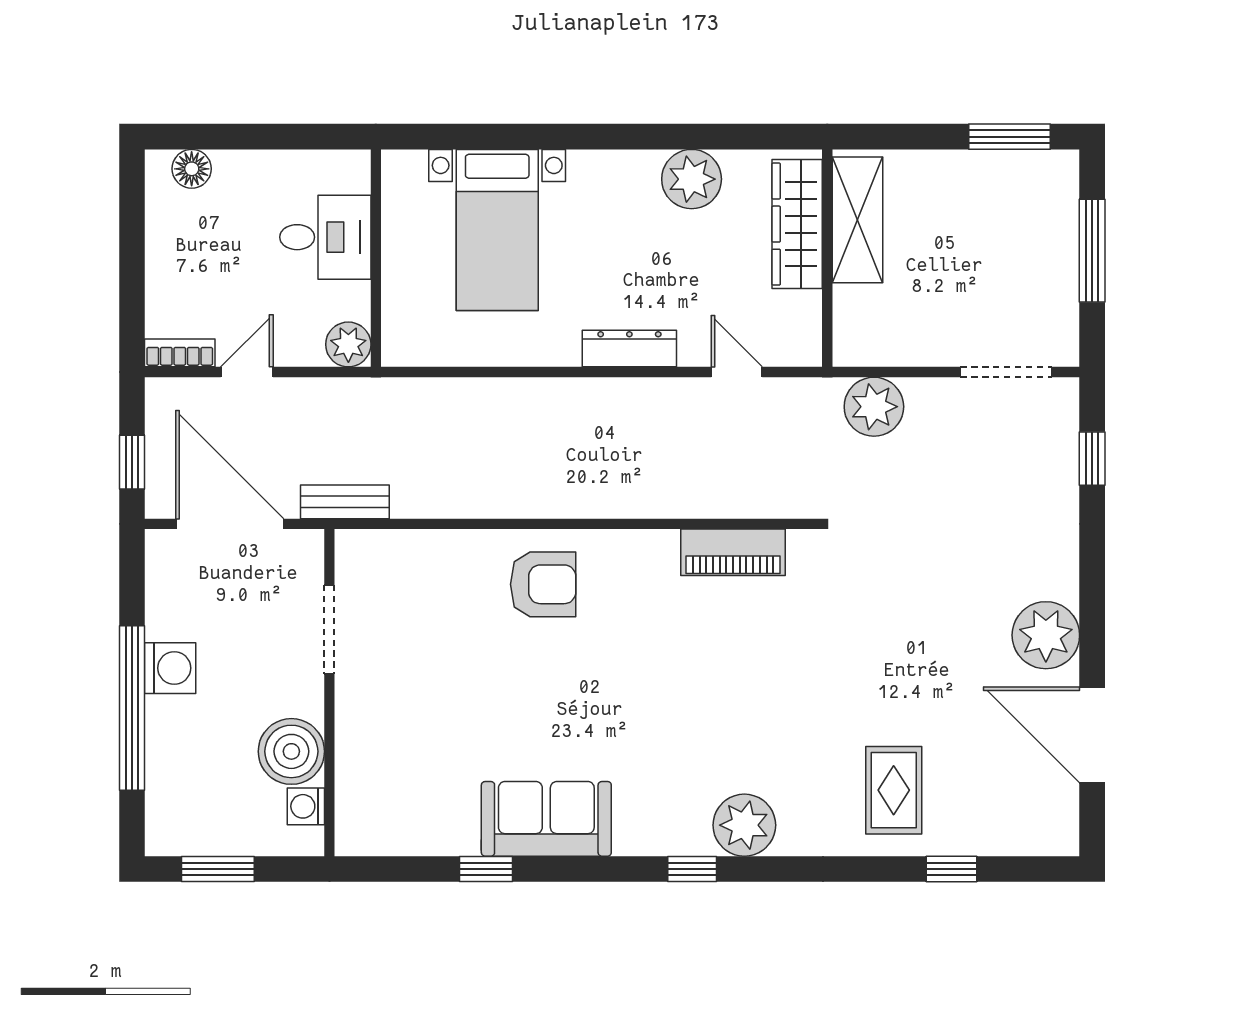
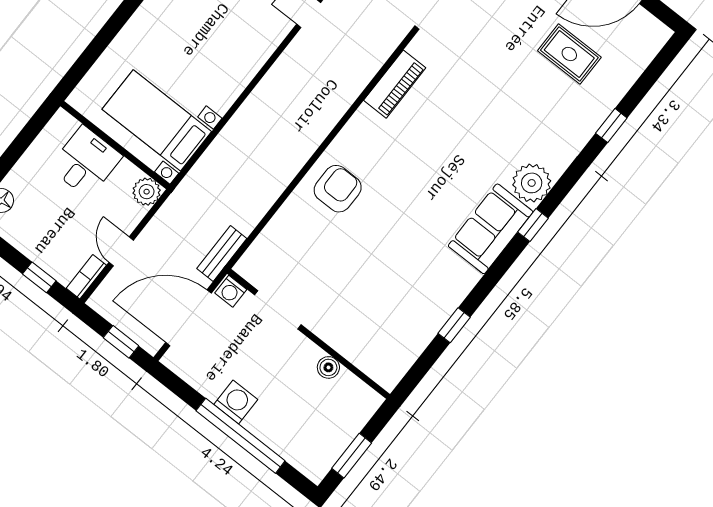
bed with nightstands: (497, 230) -> (157, 120), moved, turned 180
window: (132, 294) -> (39, 277), added
dresser: (629, 349) -> (256, 57), removed
boiler: (291, 751) -> (328, 367), width x0.54, depth x0.54
rug: (894, 790) -> (569, 54), moved
washing machine: (306, 806) -> (231, 291), moved
sofa: (546, 819) -> (491, 229), moved
window: (951, 869) -> (611, 126), moved

